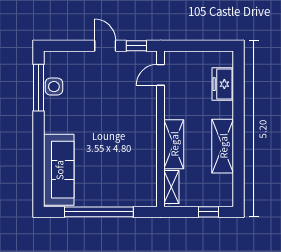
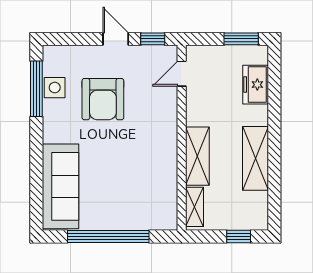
window: (211, 46) -> (241, 39), added
armchair: (94, 96) -> (103, 99), added

